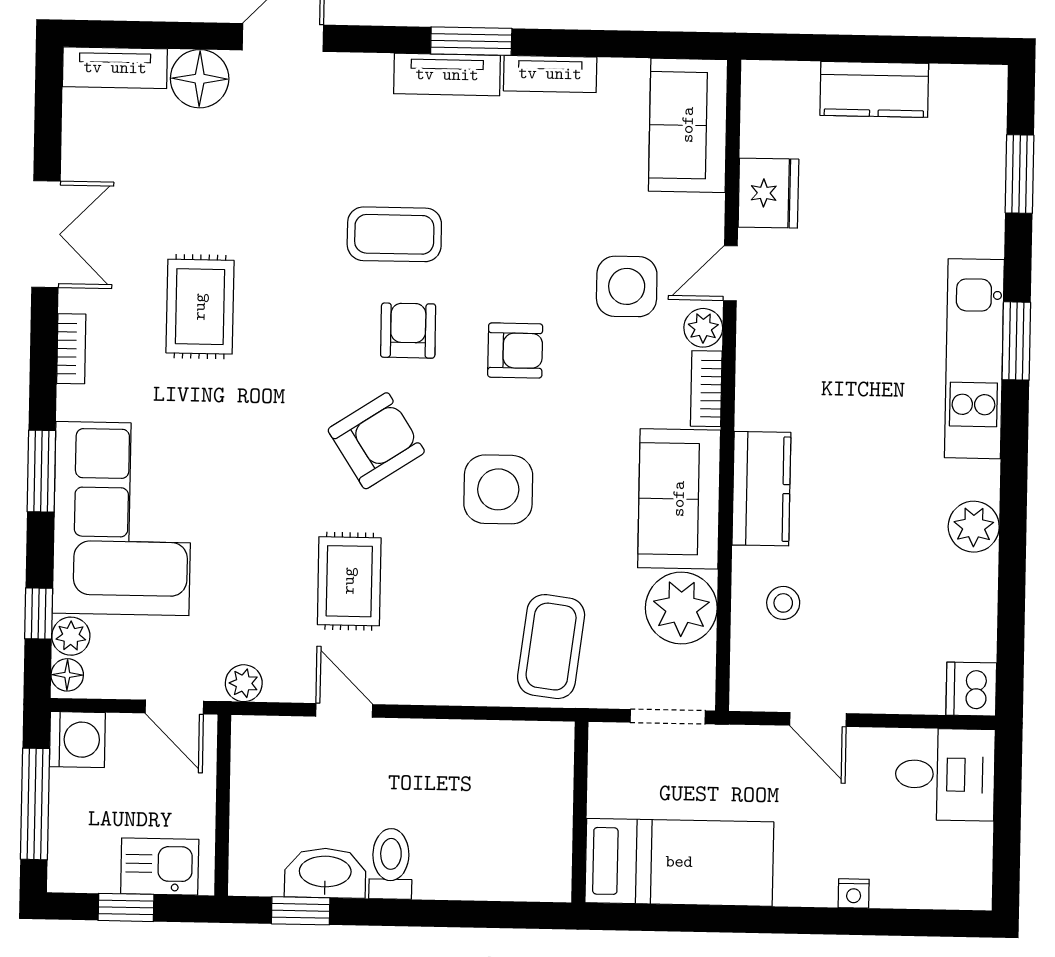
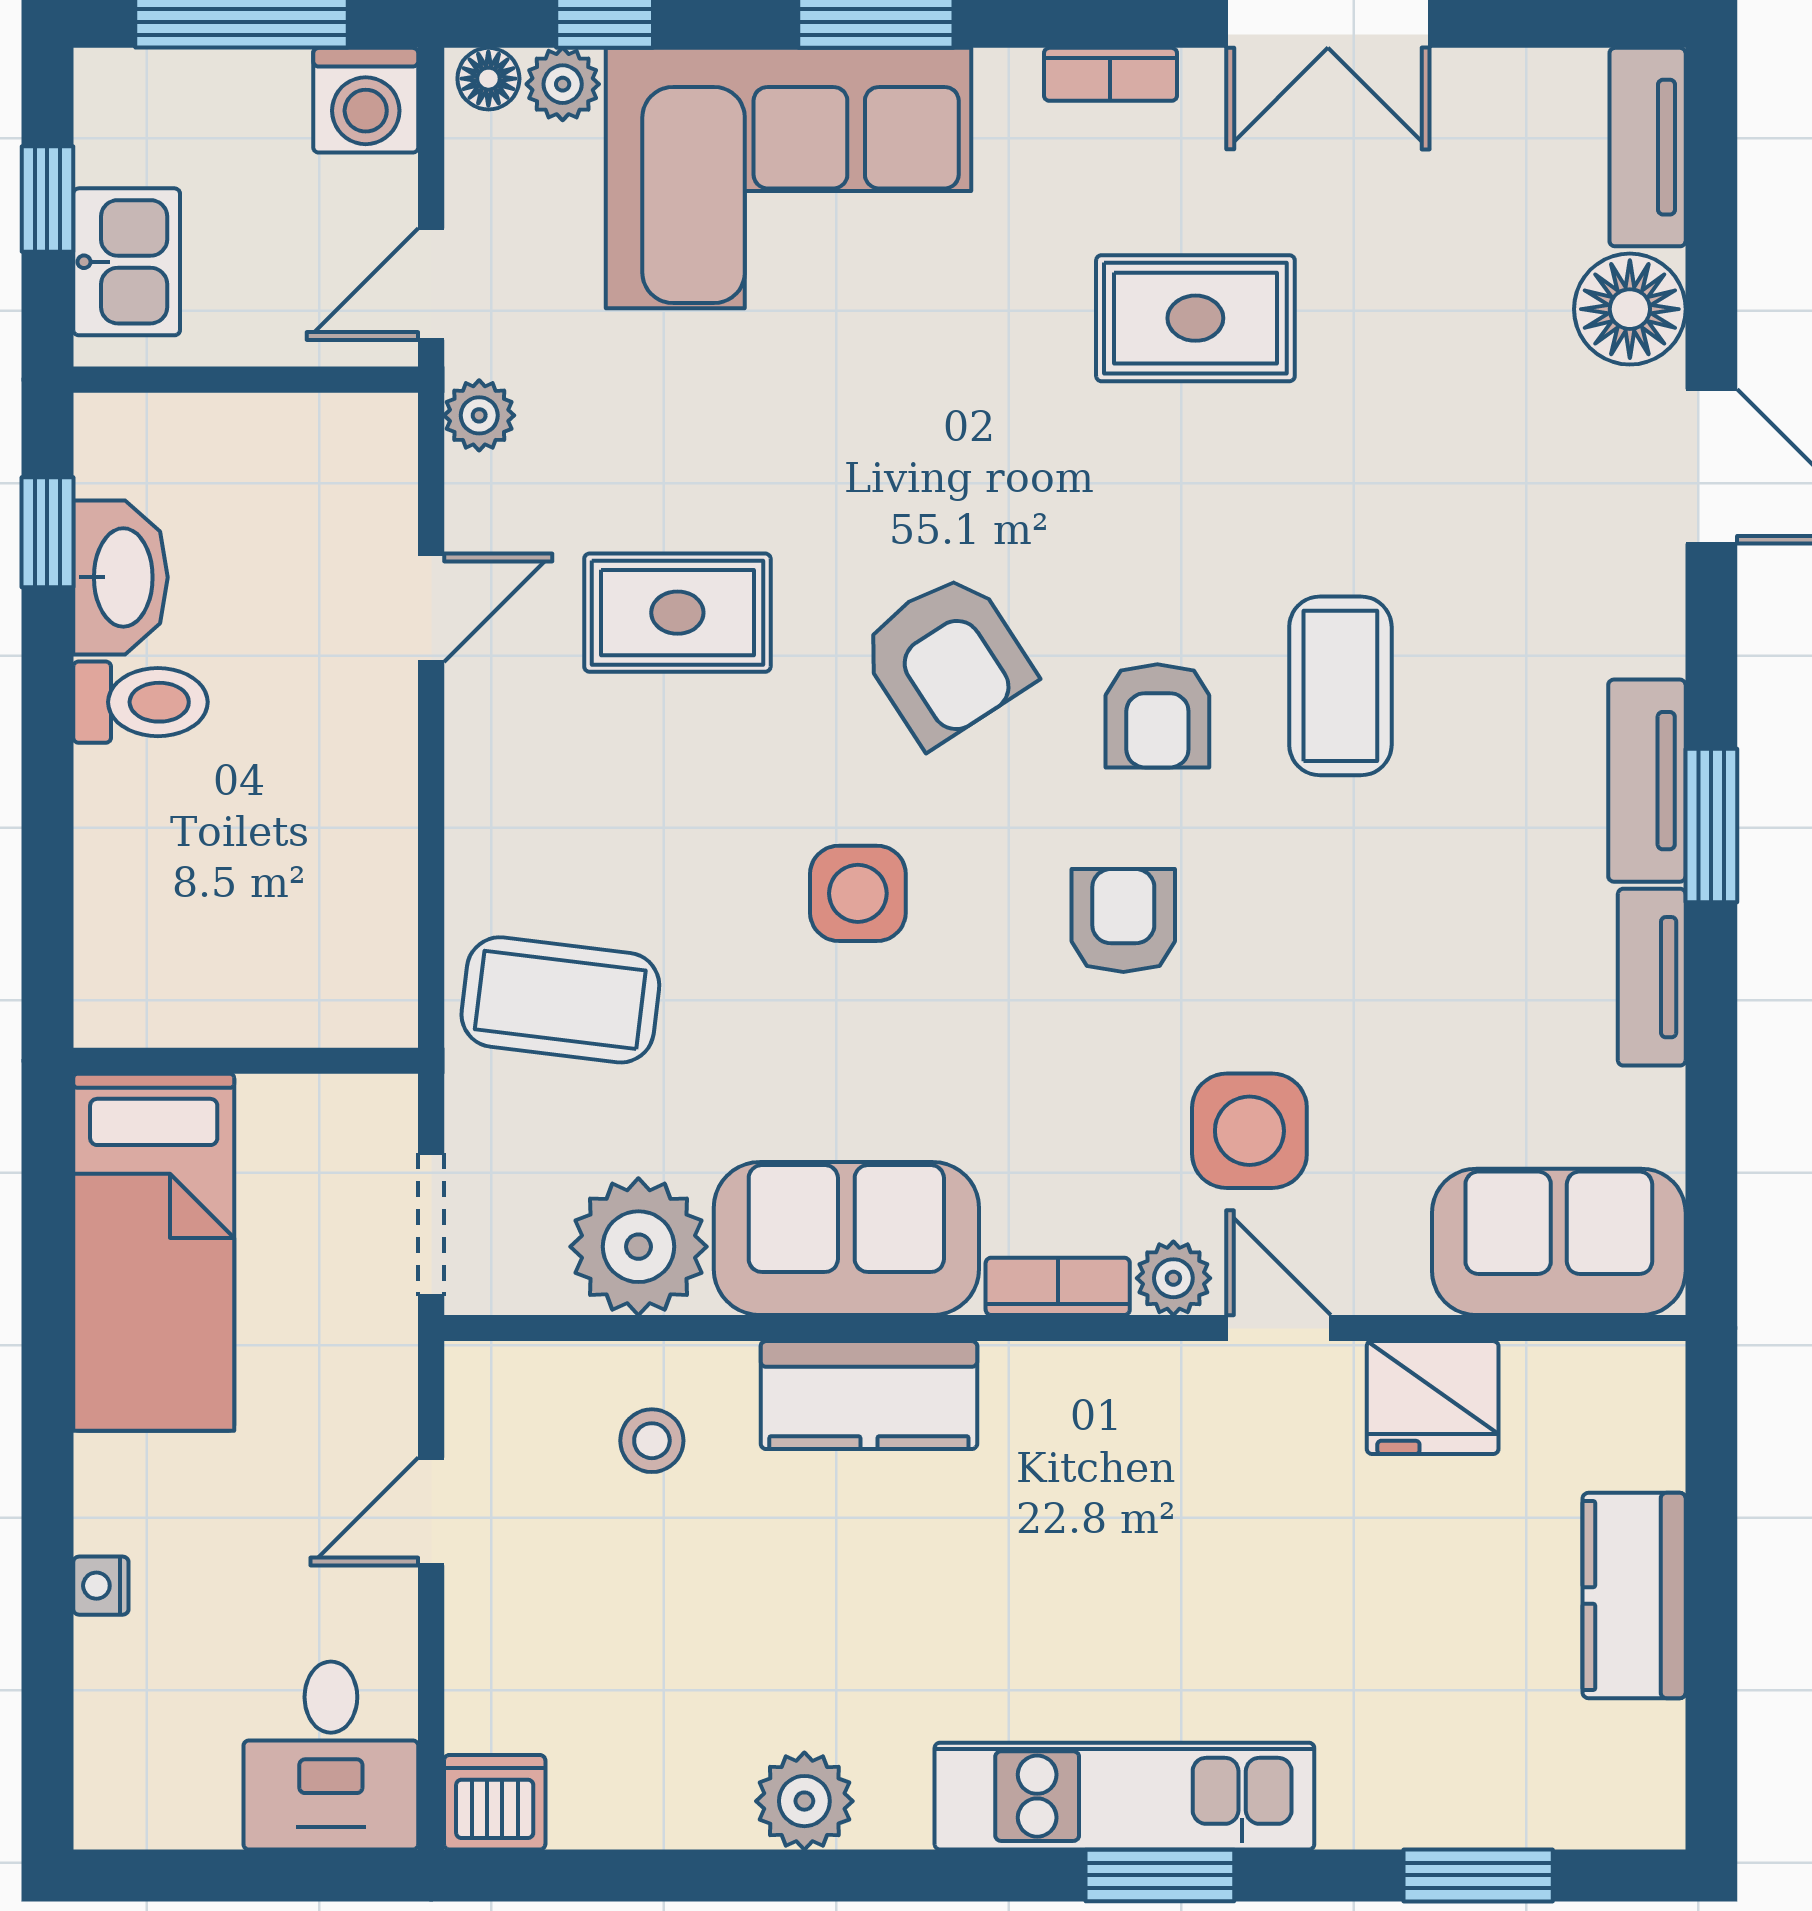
armchair: (408, 331) -> (1157, 716), turned 90
armchair: (515, 351) -> (1123, 921), turned 180
side table: (498, 489) -> (858, 893), width x0.73, depth x0.73

